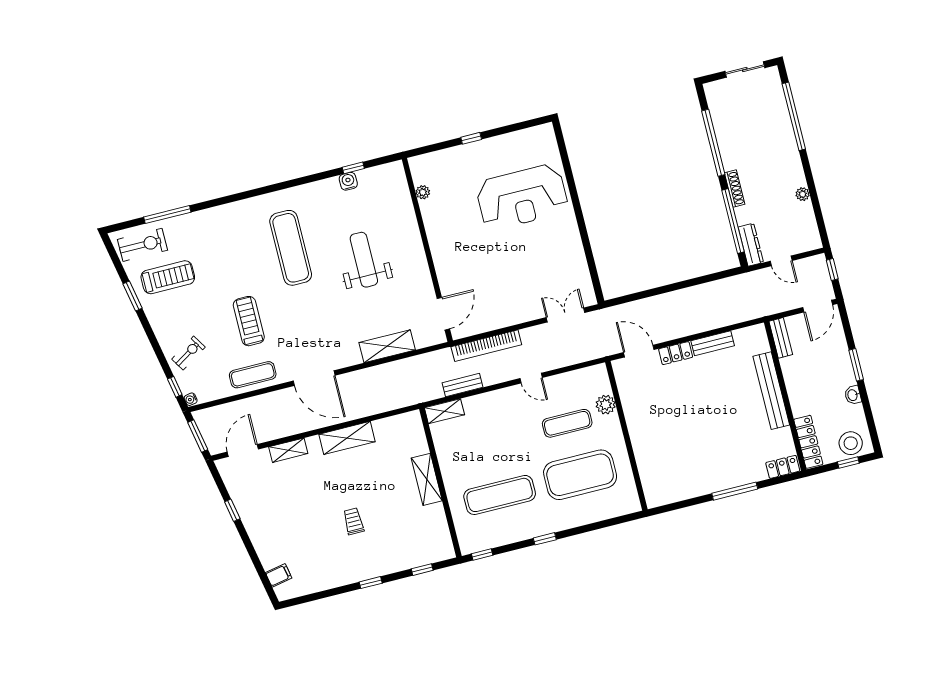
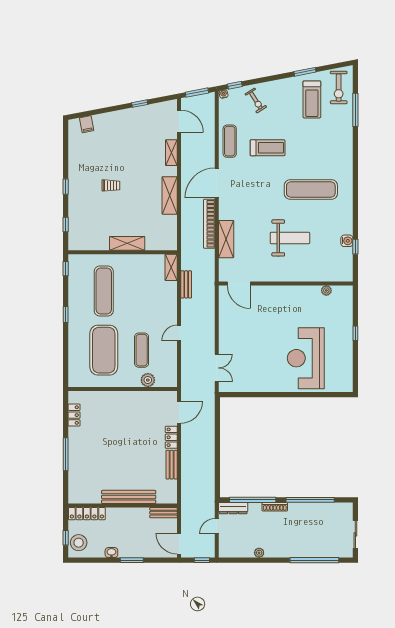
bookcase: (486, 346) -> (209, 224), moved
locker: (783, 467) -> (74, 415), moved

